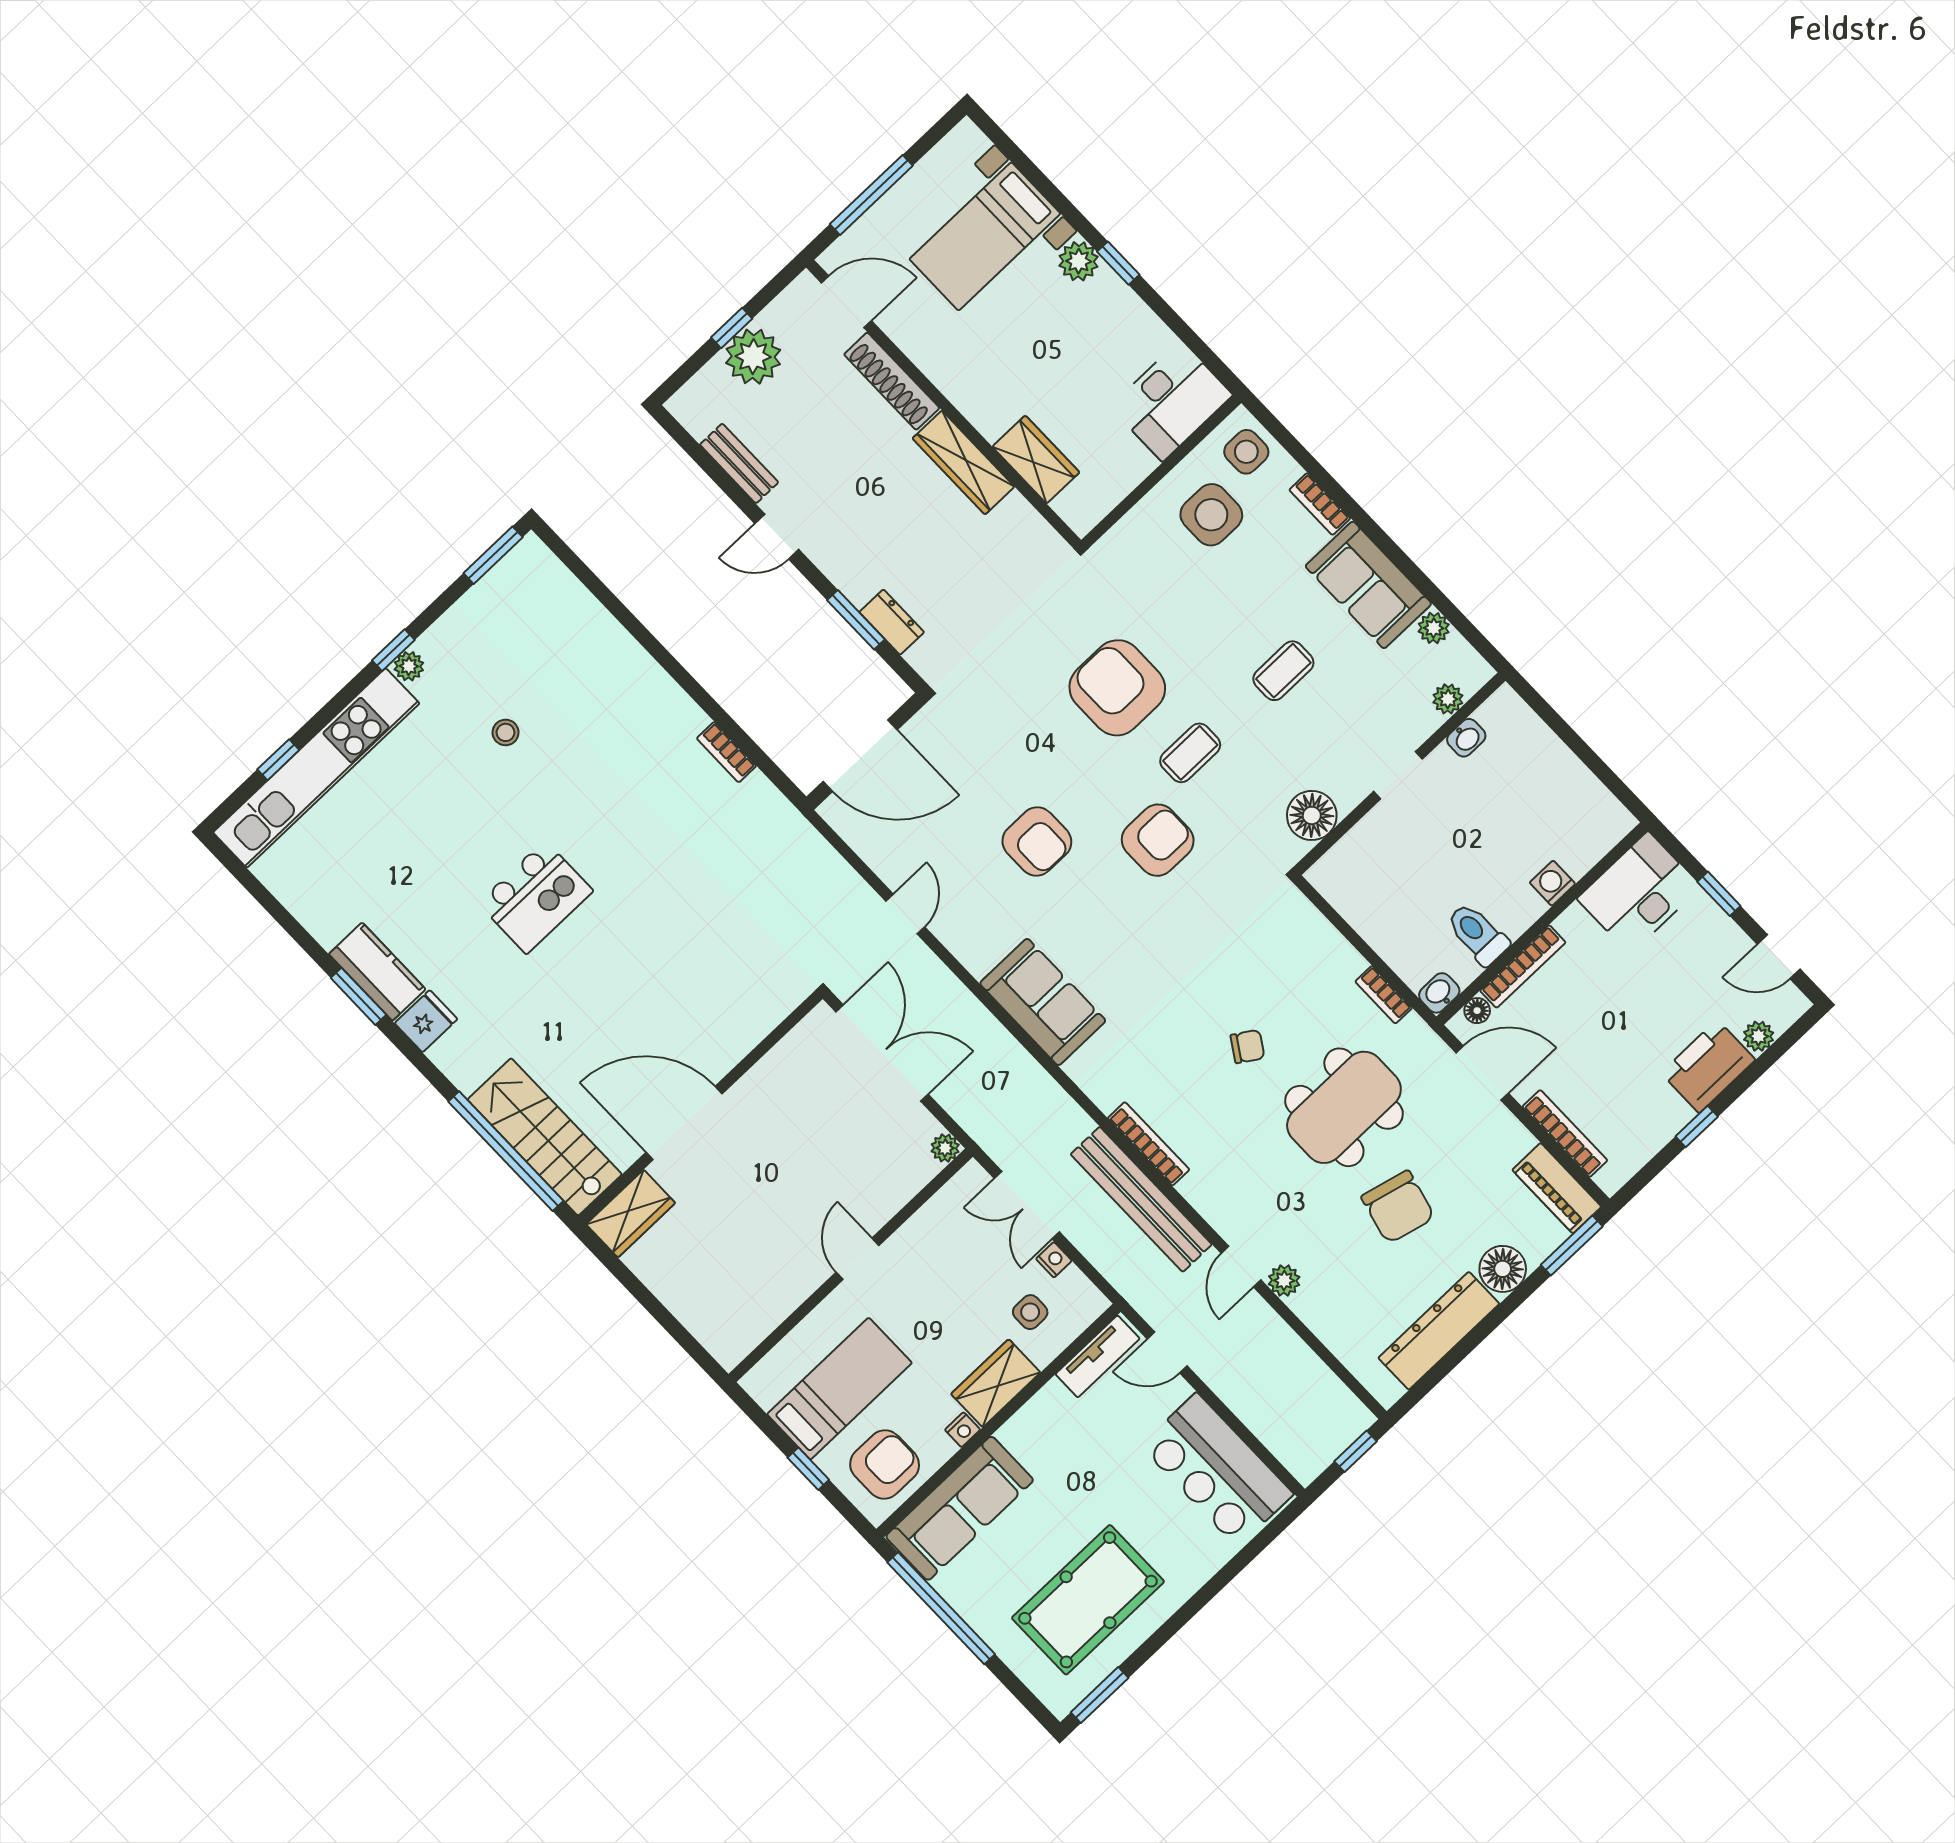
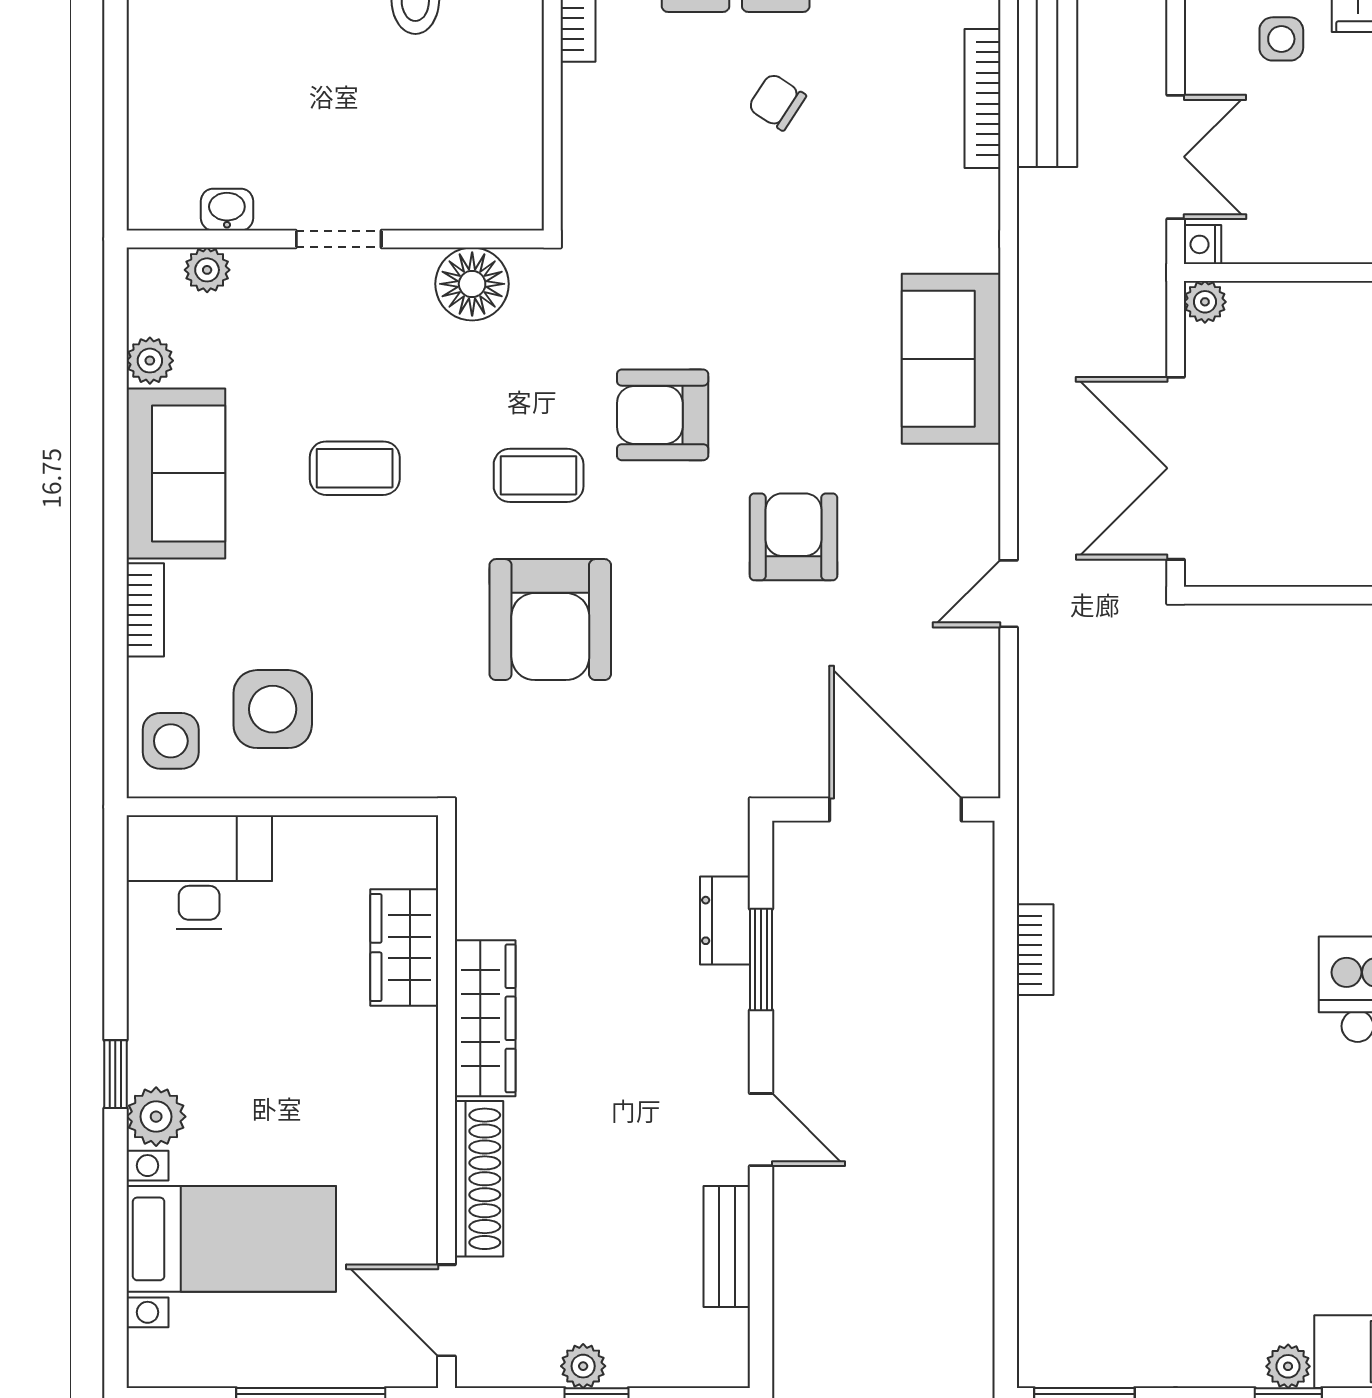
plant: (753, 357) -> (583, 1366), width x0.53, depth x0.53
stool: (505, 732) -> (1252, 1197), removed
nightstand: (1054, 1260) -> (1203, 244), moved

